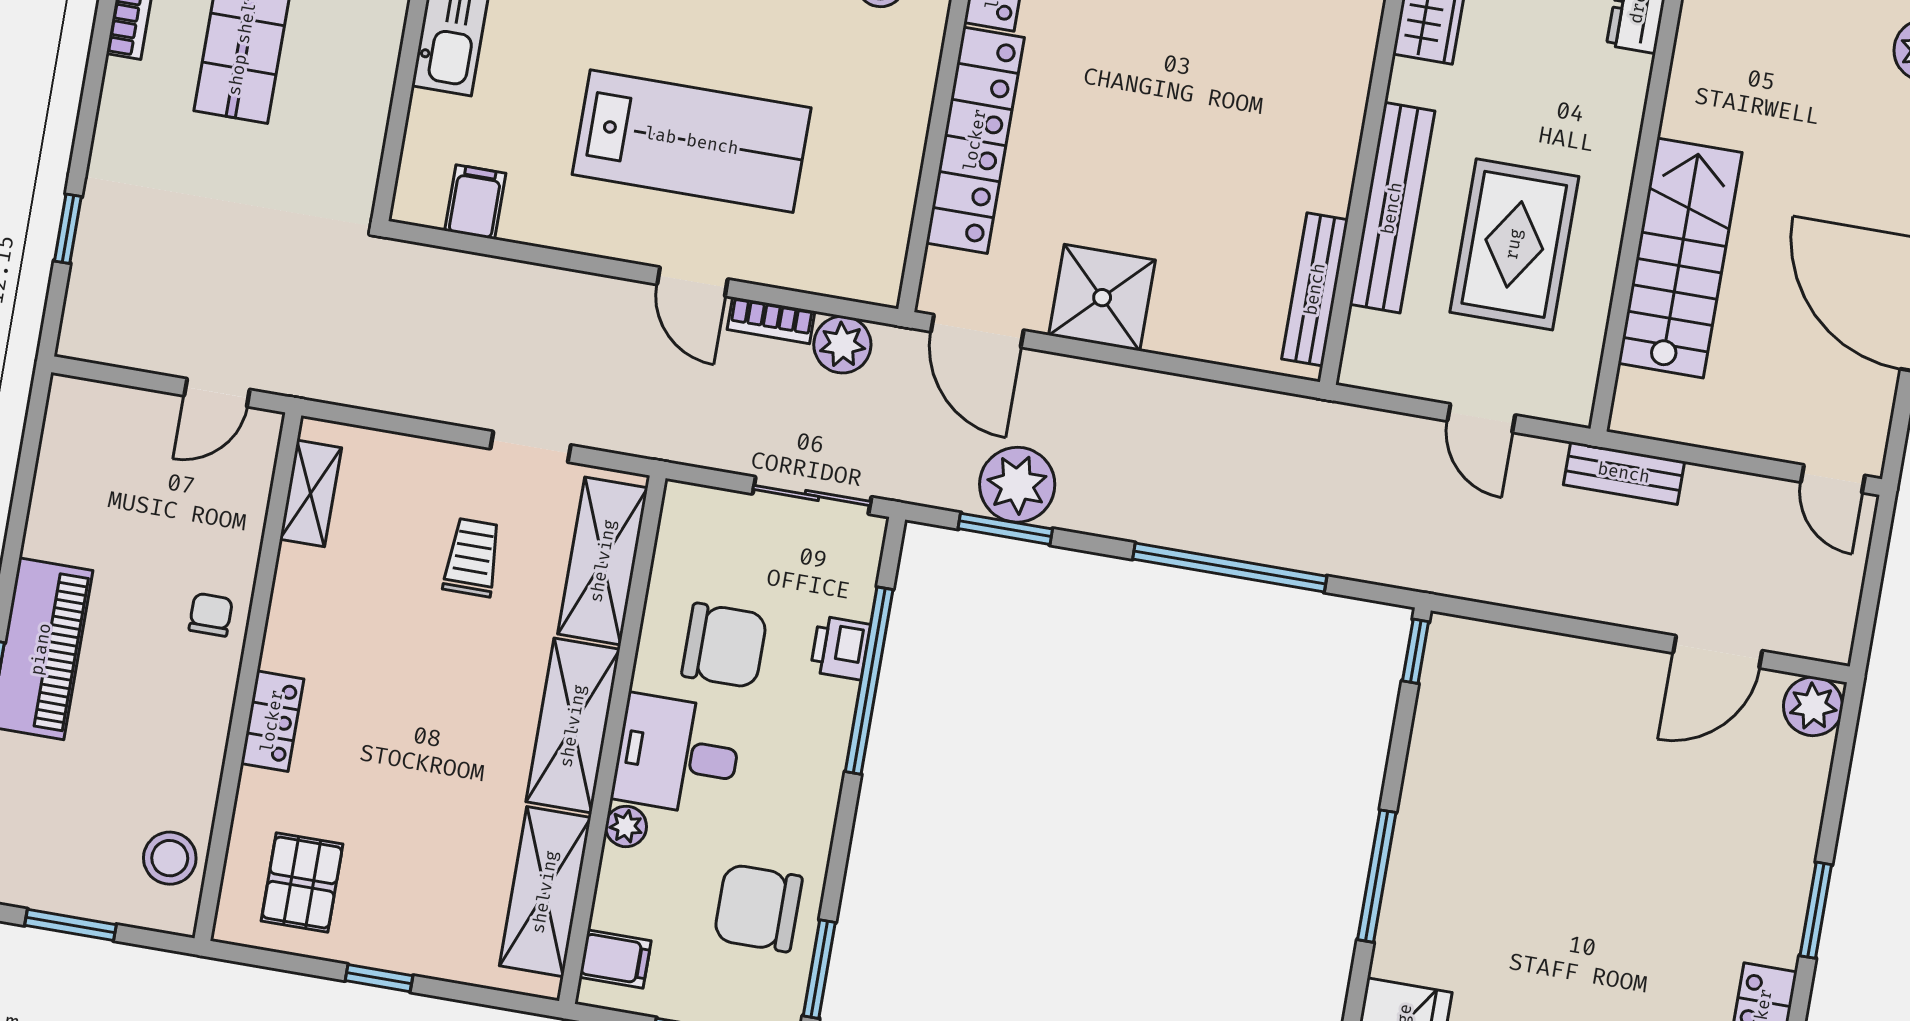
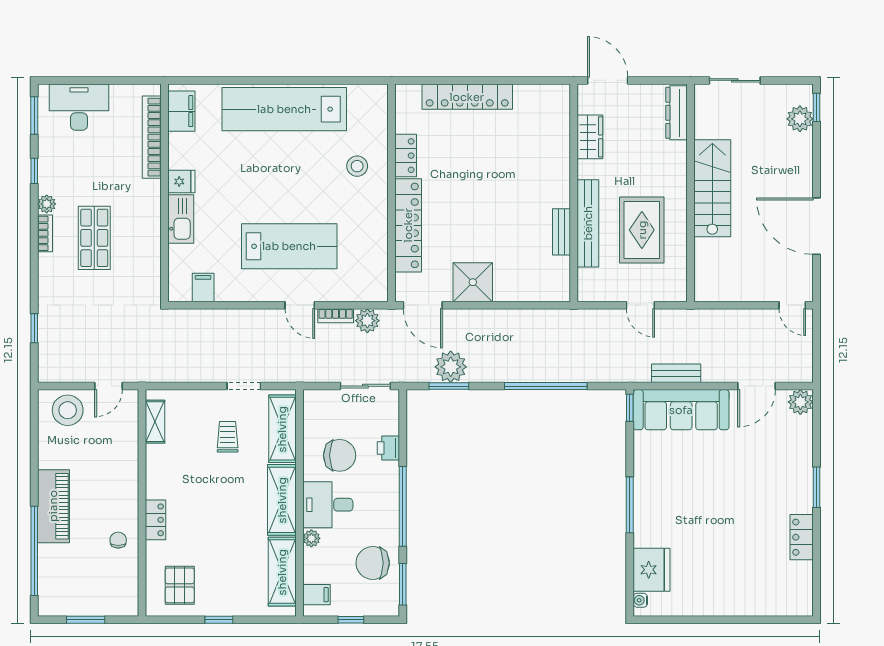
stairs: (1680, 258) -> (712, 188), moved
bench: (1315, 289) -> (561, 232), moved, width x0.73
bench: (1624, 473) -> (676, 373), moved
chair: (211, 615) -> (118, 540), moved
sofa: (1534, 676) -> (681, 410), added
window: (869, 681) -> (403, 506), moved
stool: (170, 858) -> (68, 410), moved, width x1.38, depth x1.38

